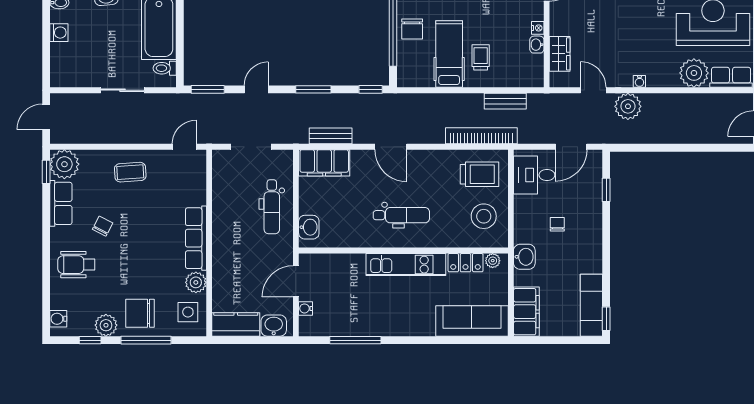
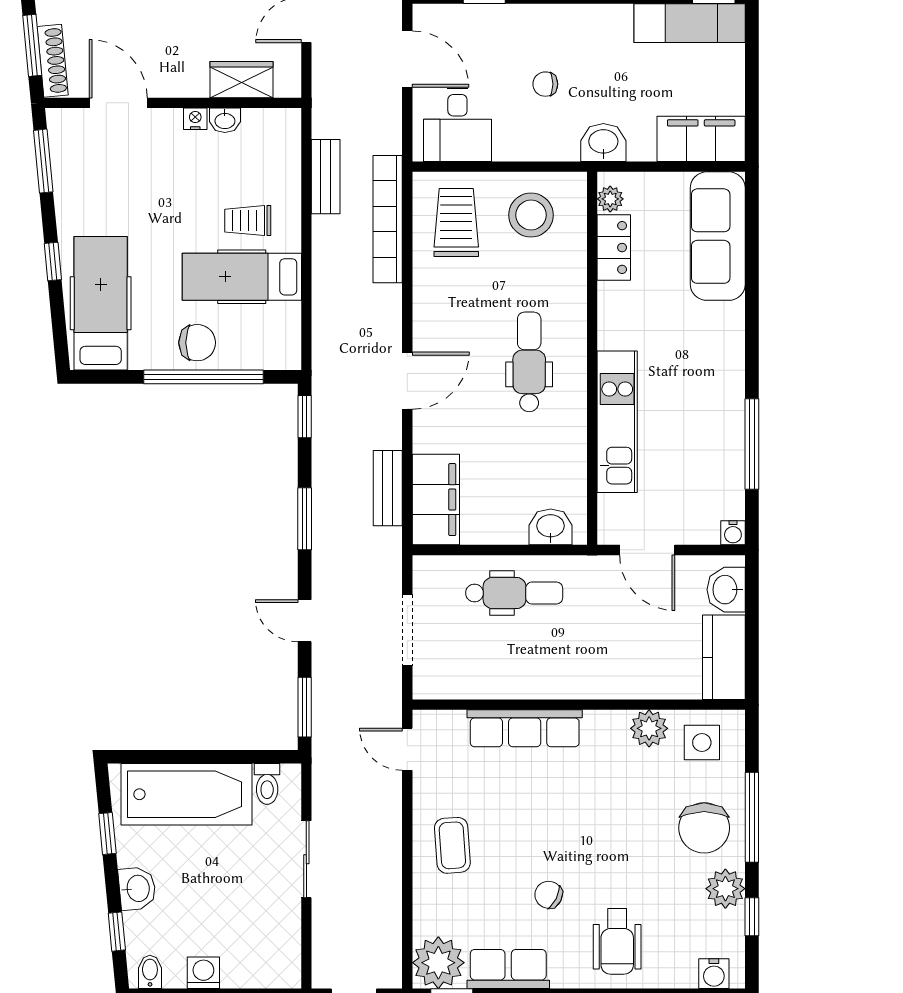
row of seats: (196, 238) -> (525, 728), moved
kitchen unit: (406, 265) -> (617, 422), moved
water cooler: (306, 308) -> (733, 533), moved

